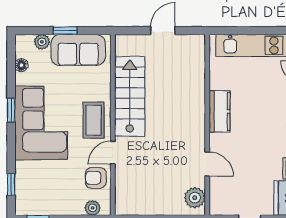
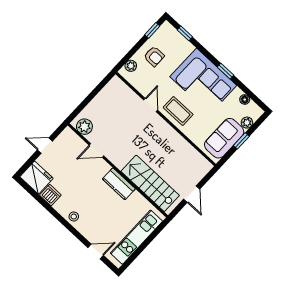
stairs: (130, 97) -> (150, 183), moved, turned 180
armchair: (96, 178) -> (154, 56), moved, turned 90

